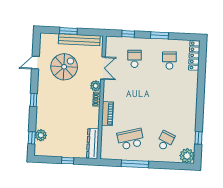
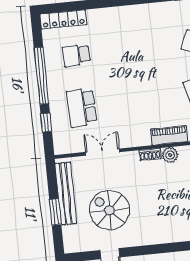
window: (159, 35) -> (41, 76), width x2.11
school desk: (134, 59) -> (82, 108), width x1.85
plant: (96, 86) -> (170, 155), moved
window: (34, 100) -> (165, 248), removed

